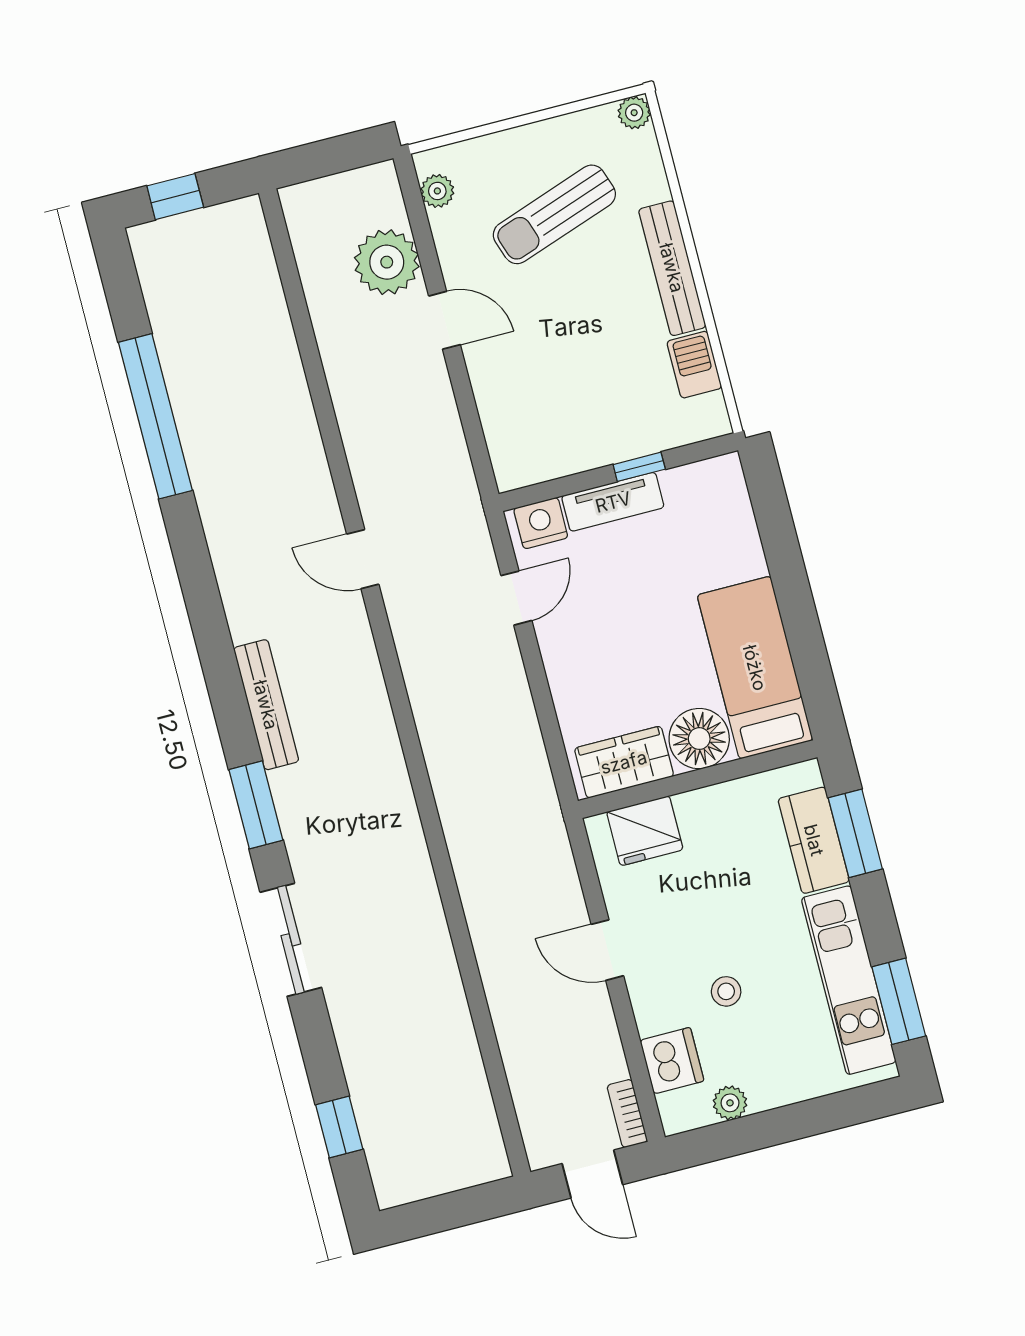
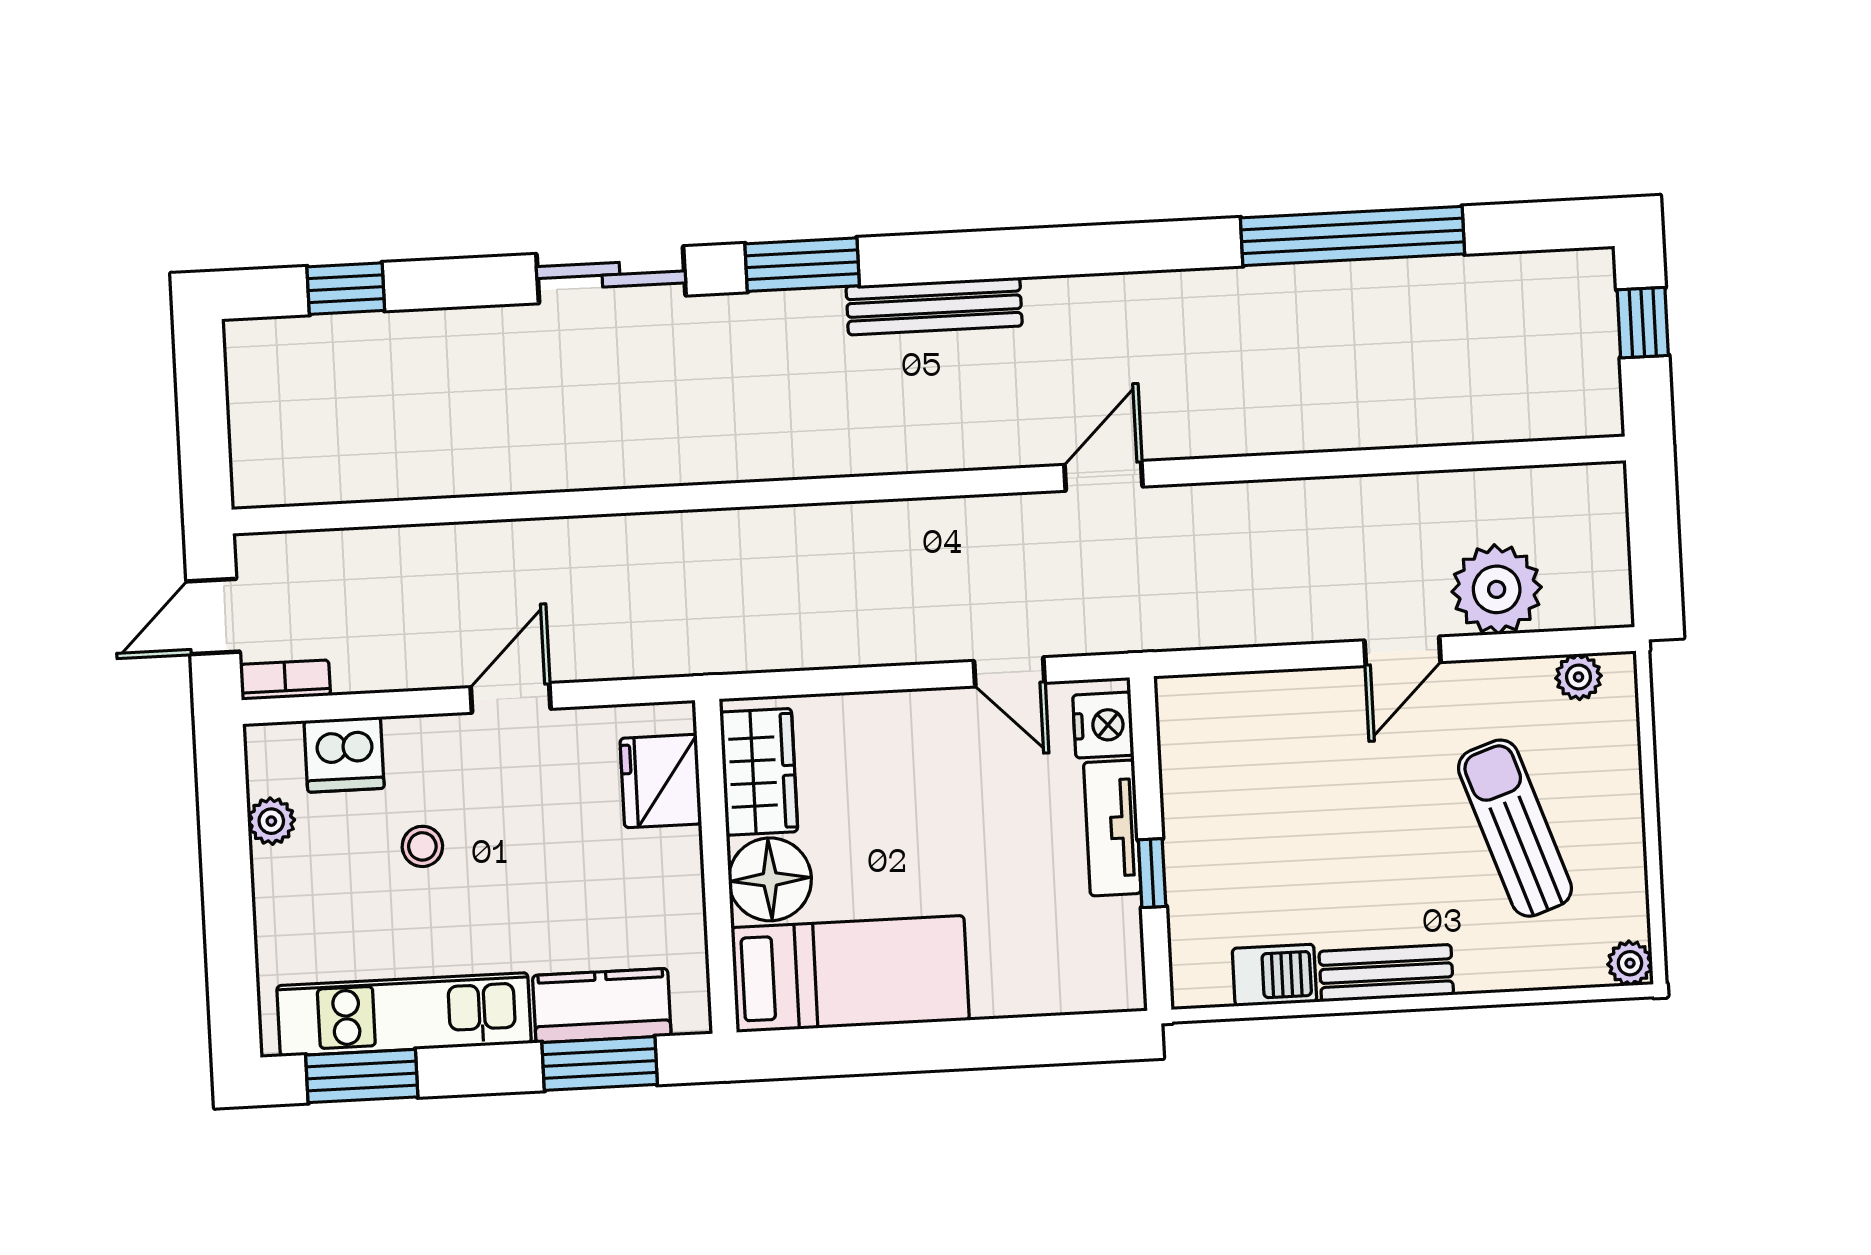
bench: (672, 268) -> (1386, 973), width x0.73

